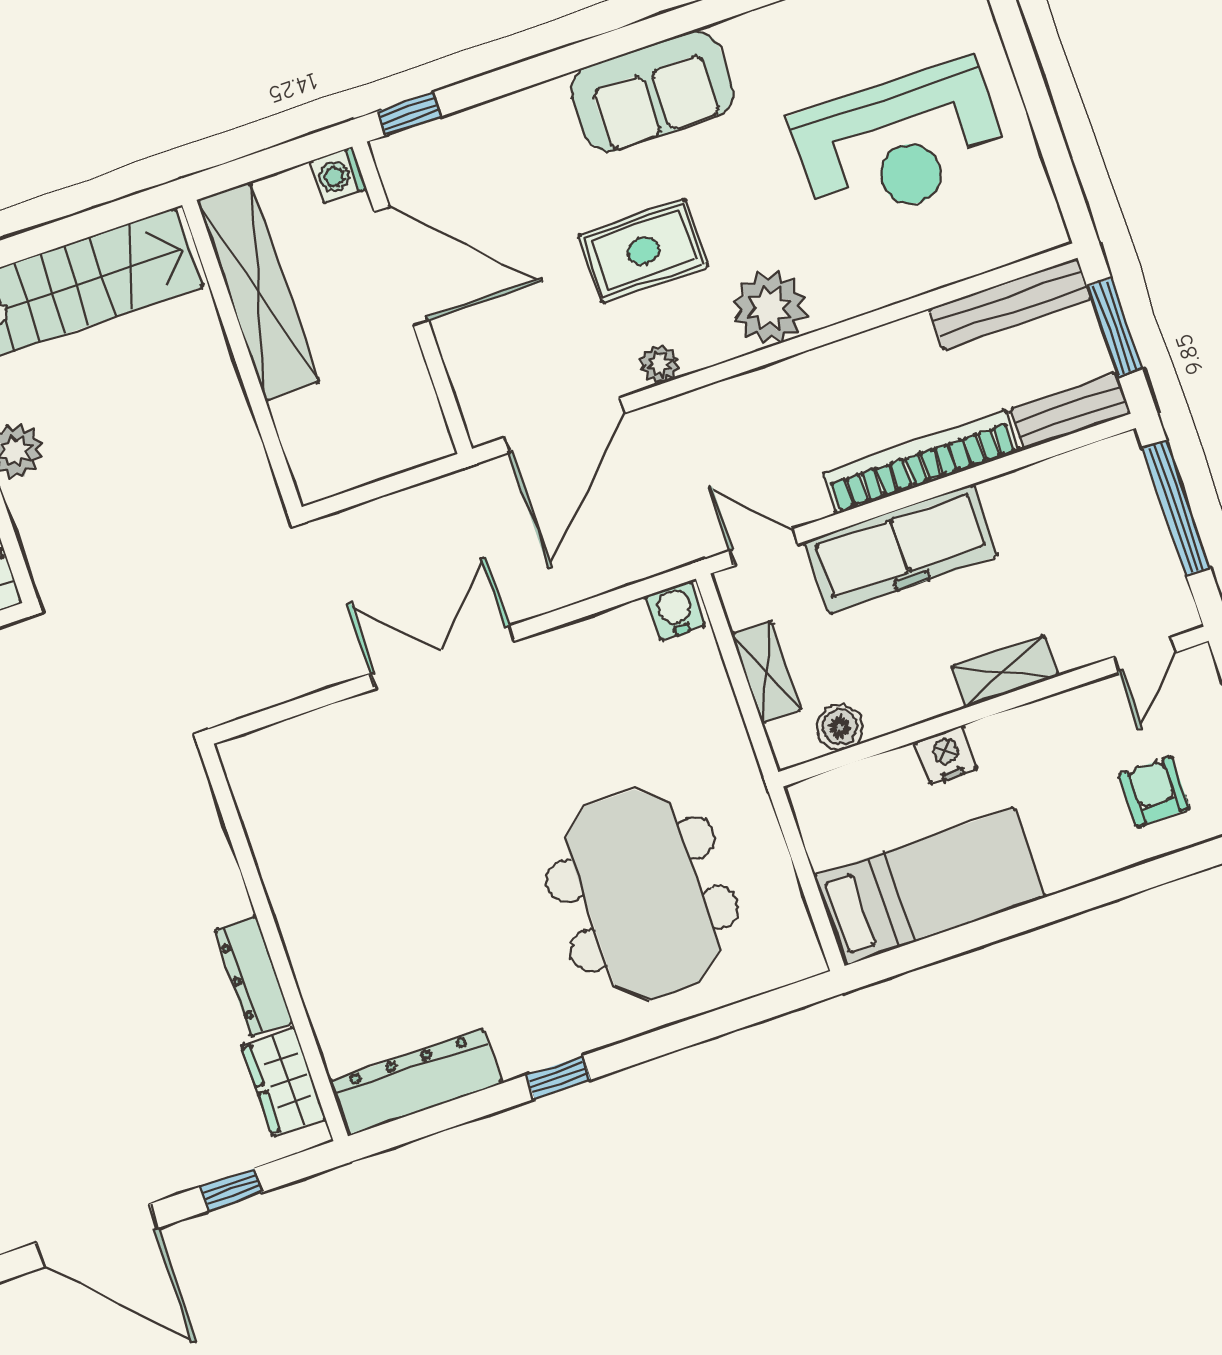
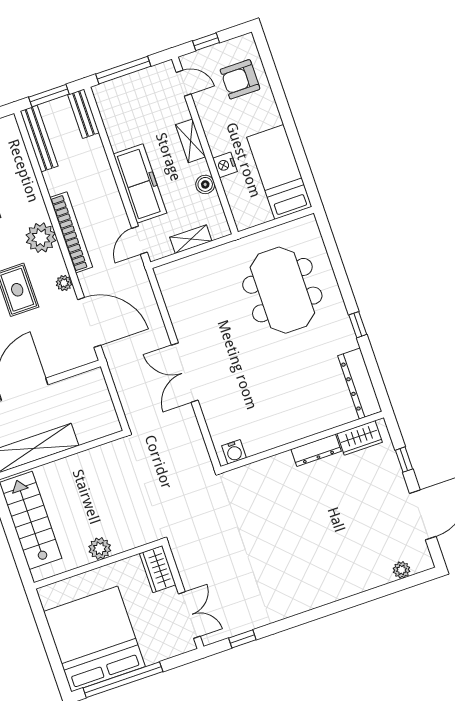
bookcase: (922, 462) -> (71, 232), moved, turned 180
water cooler: (676, 610) -> (234, 452), moved, turned -90
boiler: (840, 727) -> (205, 184), moved
armchair: (1154, 791) -> (240, 79), width x1.38, depth x1.38
meeting table: (642, 894) -> (282, 290), turned 90

